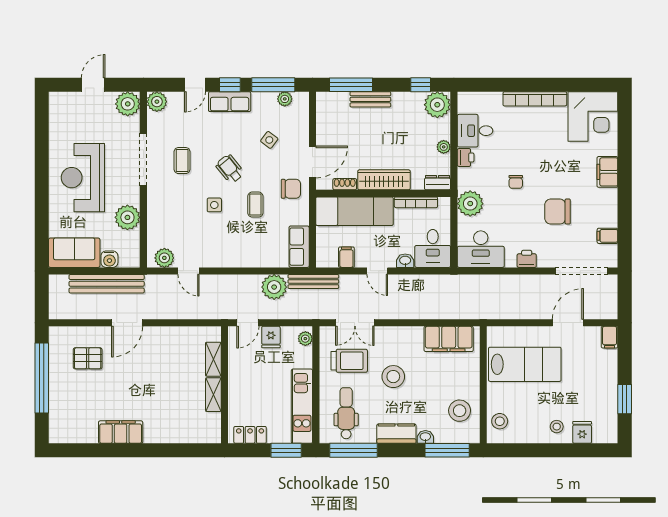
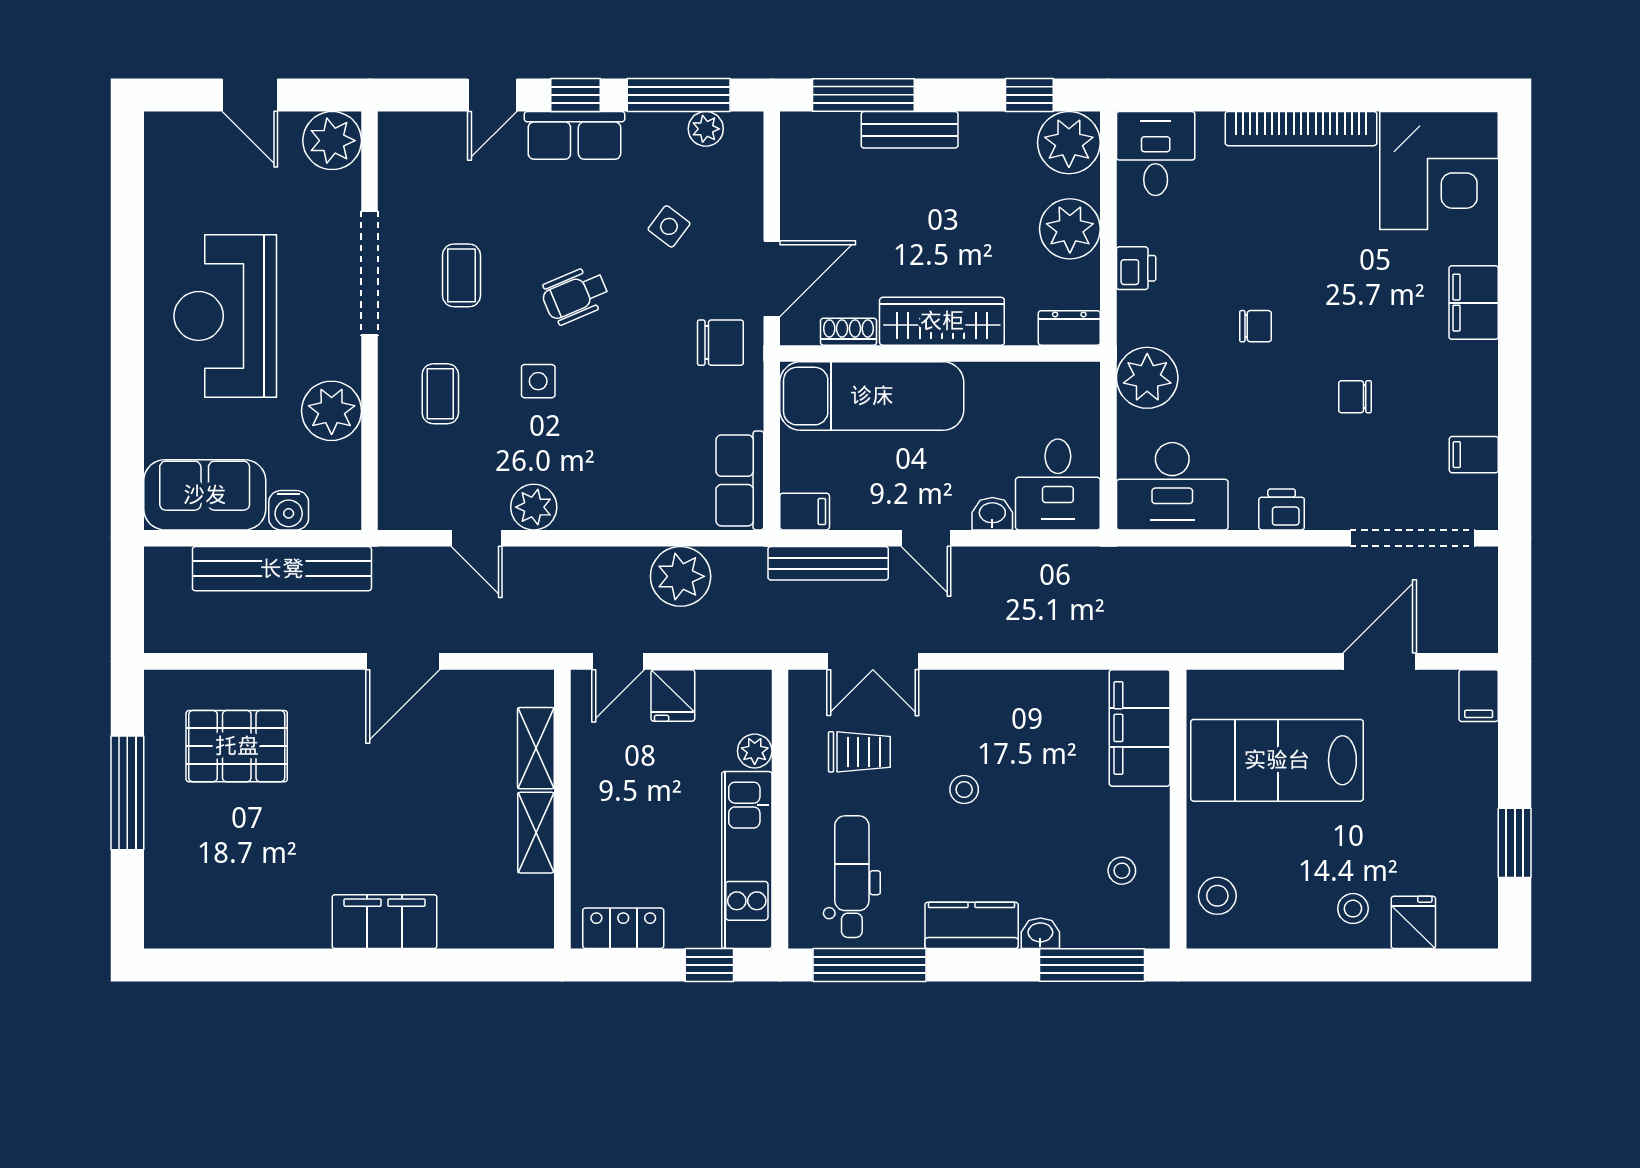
door: (93, 85) -> (250, 95), swing flipped
plant: (157, 102) -> (402, 135), removed
desk: (475, 131) -> (1156, 154), moved, turned 90
plant: (444, 147) -> (1070, 229), width x1.88, depth x1.88
wheelchair: (230, 169) -> (575, 295), turned -74
chair: (516, 182) -> (1256, 326), turned -90
bookcase: (416, 202) -> (1018, 375), removed
coffee table: (255, 205) -> (440, 394), moved
chair: (558, 212) -> (1355, 397), width x0.54, depth x0.54
filing cabinet: (346, 257) -> (805, 512), moved, turned 90
plant: (164, 258) -> (534, 507), moved
bench: (313, 281) -> (828, 563), moved
door: (127, 323) -> (403, 661), moved
plant: (305, 339) -> (755, 751), moved
filing cabinet: (449, 339) -> (1140, 728), moved, turned 90
pallet: (88, 358) -> (237, 746), width x1.50, depth x1.42
trolley: (349, 361) -> (859, 752), width x0.73, depth x0.72
lab bench: (525, 364) -> (1277, 760), turned 180
stool: (393, 377) -> (964, 789), width x0.53, depth x0.53
window: (42, 378) -> (127, 793), width x0.68
stool: (460, 411) -> (1122, 871), width x0.53, depth x0.53
filing cabinet: (121, 432) -> (385, 922), moved
window: (286, 450) -> (709, 965), width x0.67

